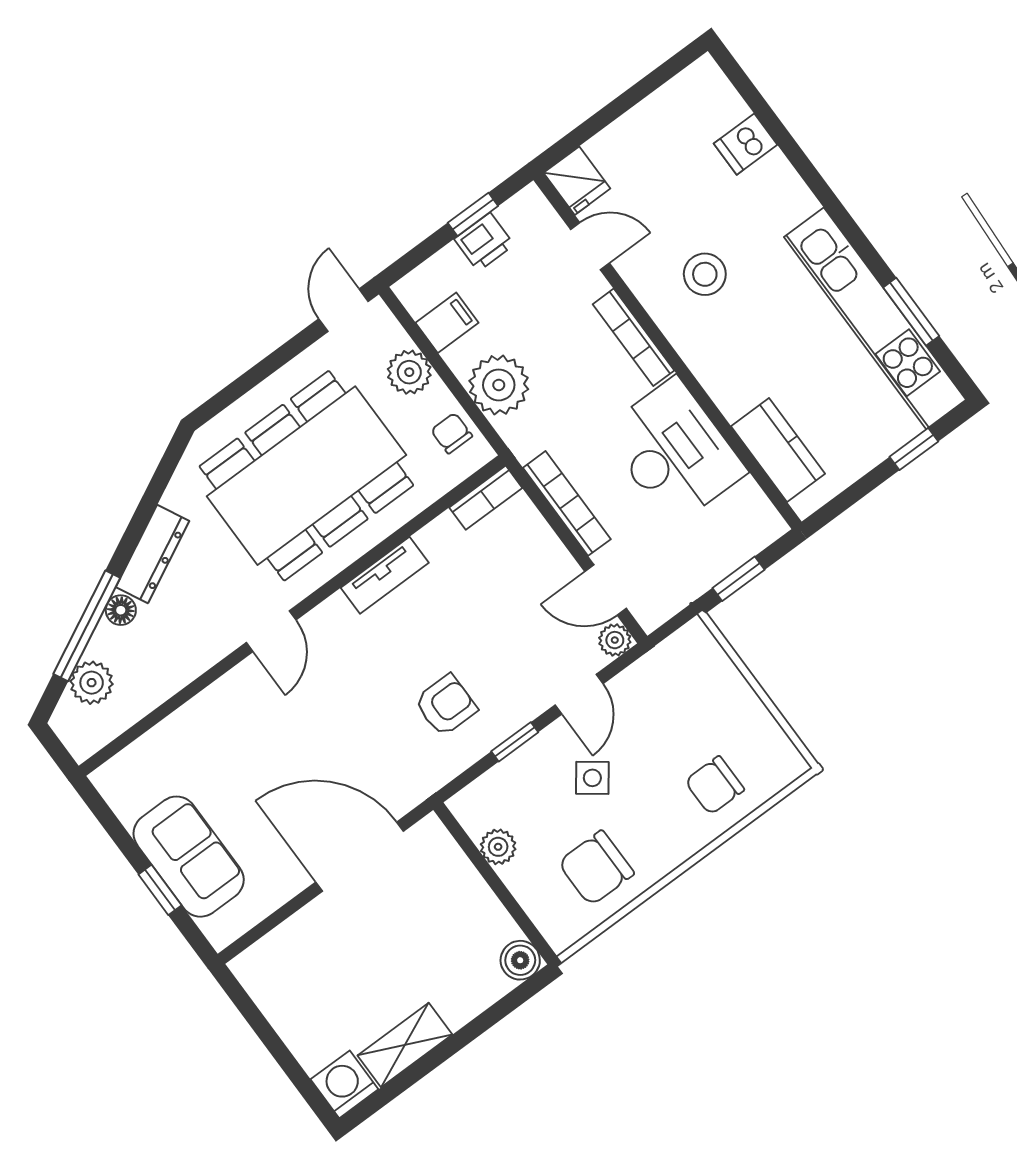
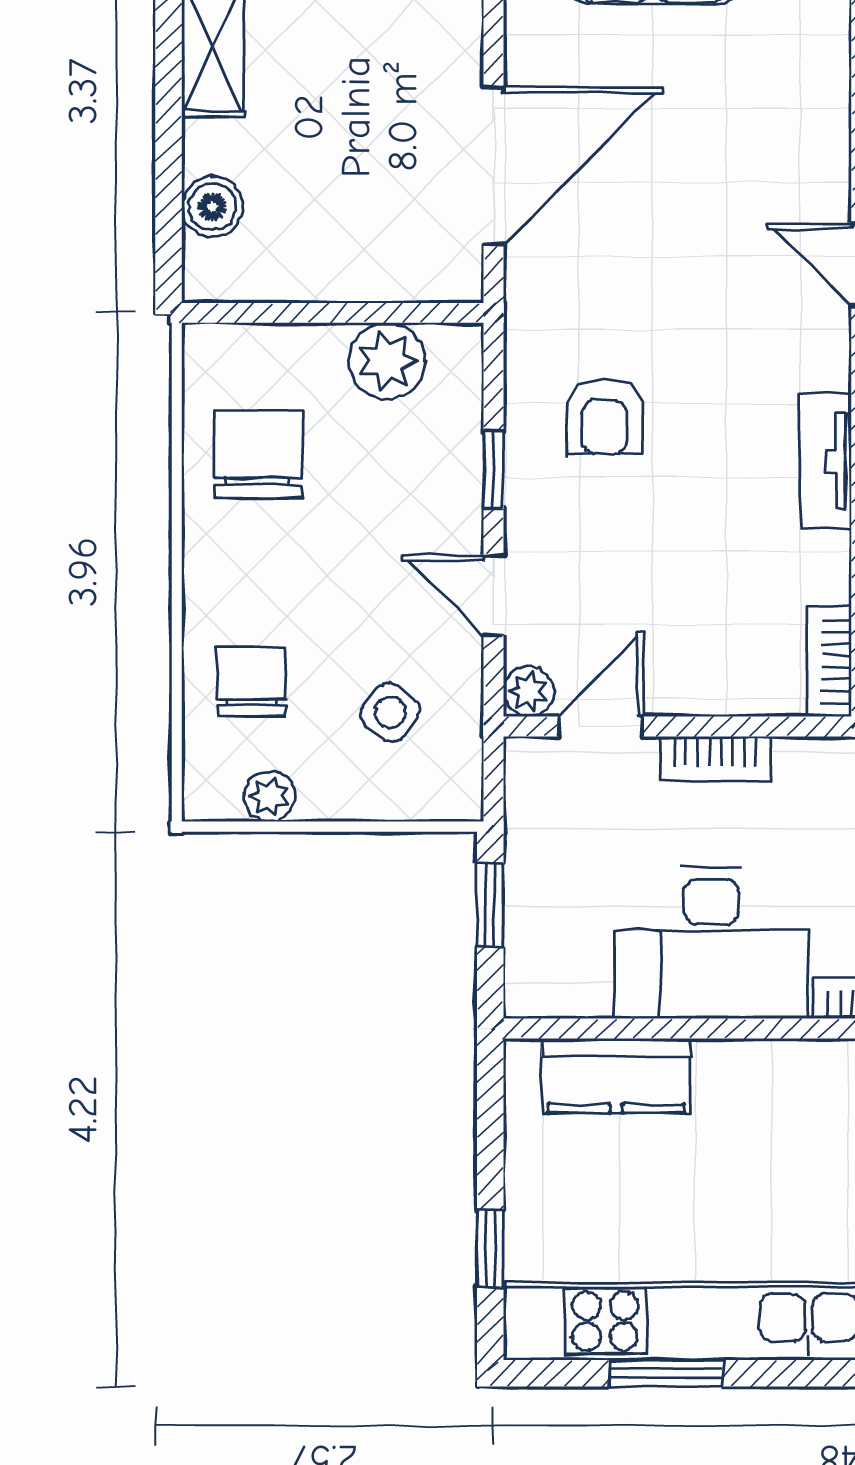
bookcase: (567, 503) -> (715, 758), width x0.64
plant: (767, 733) -> (269, 796), added
side table: (592, 778) -> (390, 713), moved
plant: (498, 847) -> (387, 361), width x1.38, depth x1.38
boiler: (520, 960) -> (212, 207), moved

